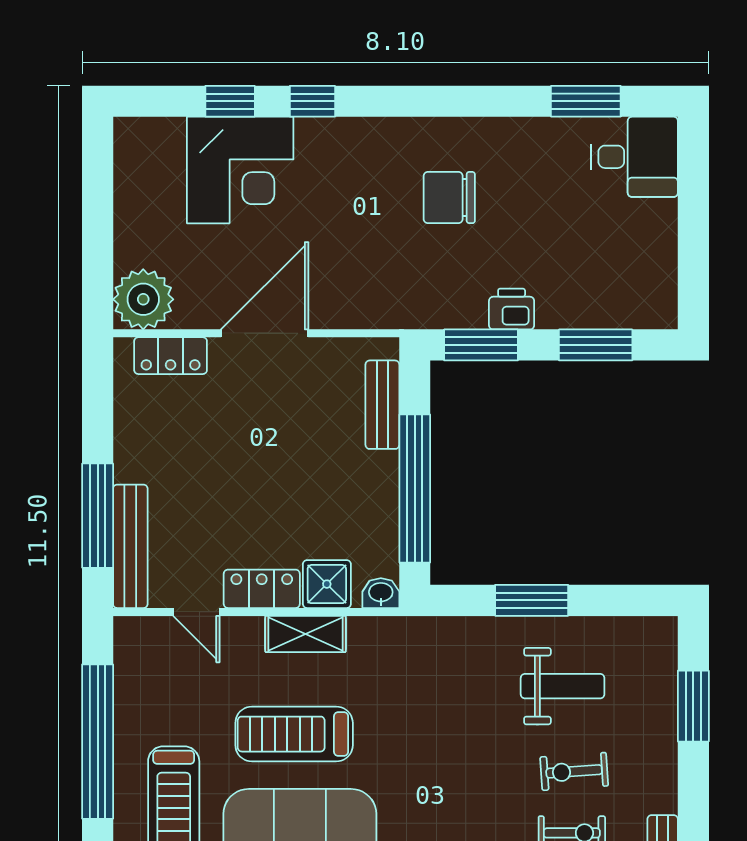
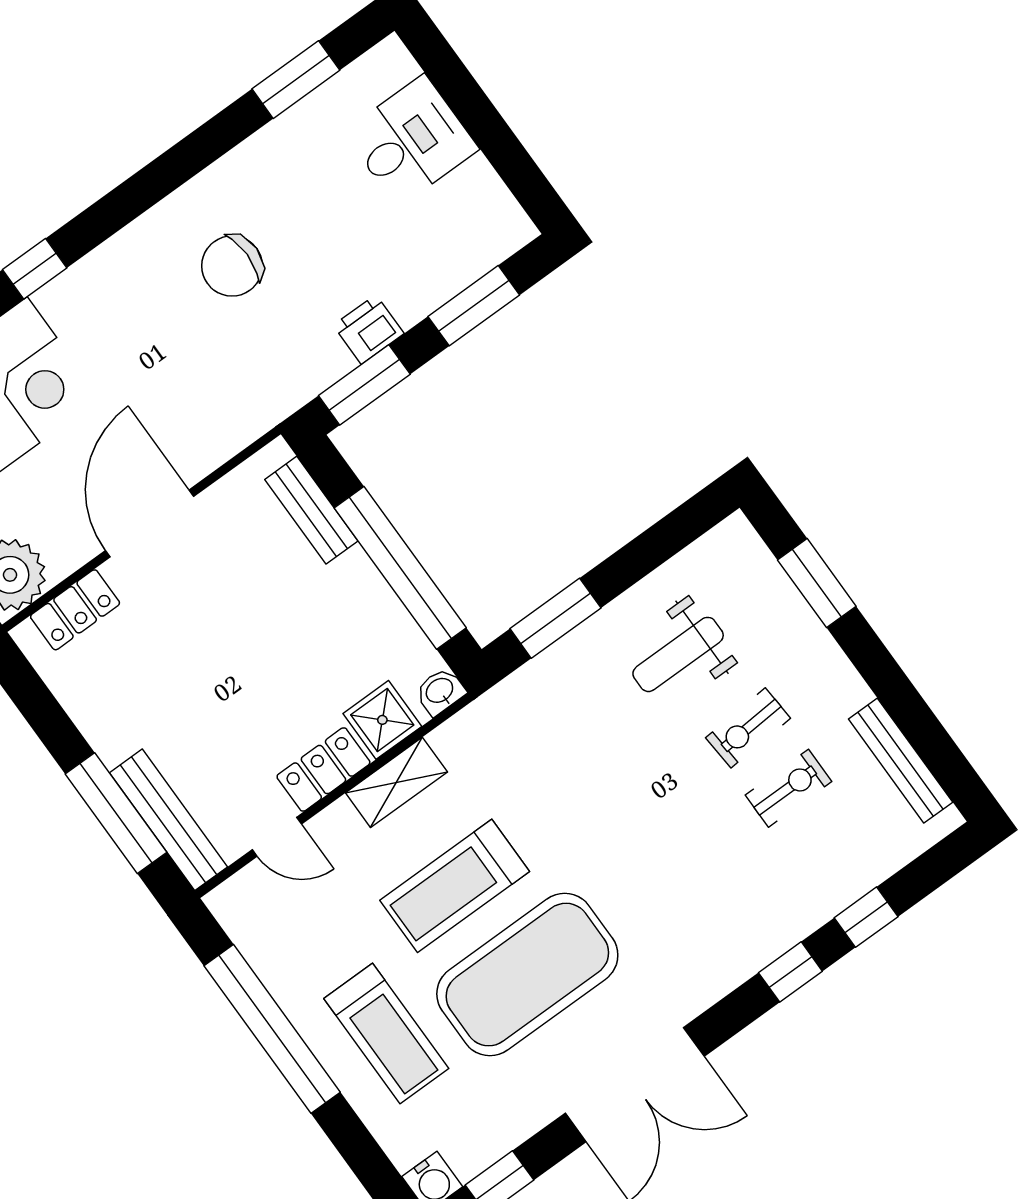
desk: (635, 157) -> (411, 141), moved
window: (532, 600) -> (555, 618), moved
weight bench: (563, 686) -> (678, 654), turned 180

